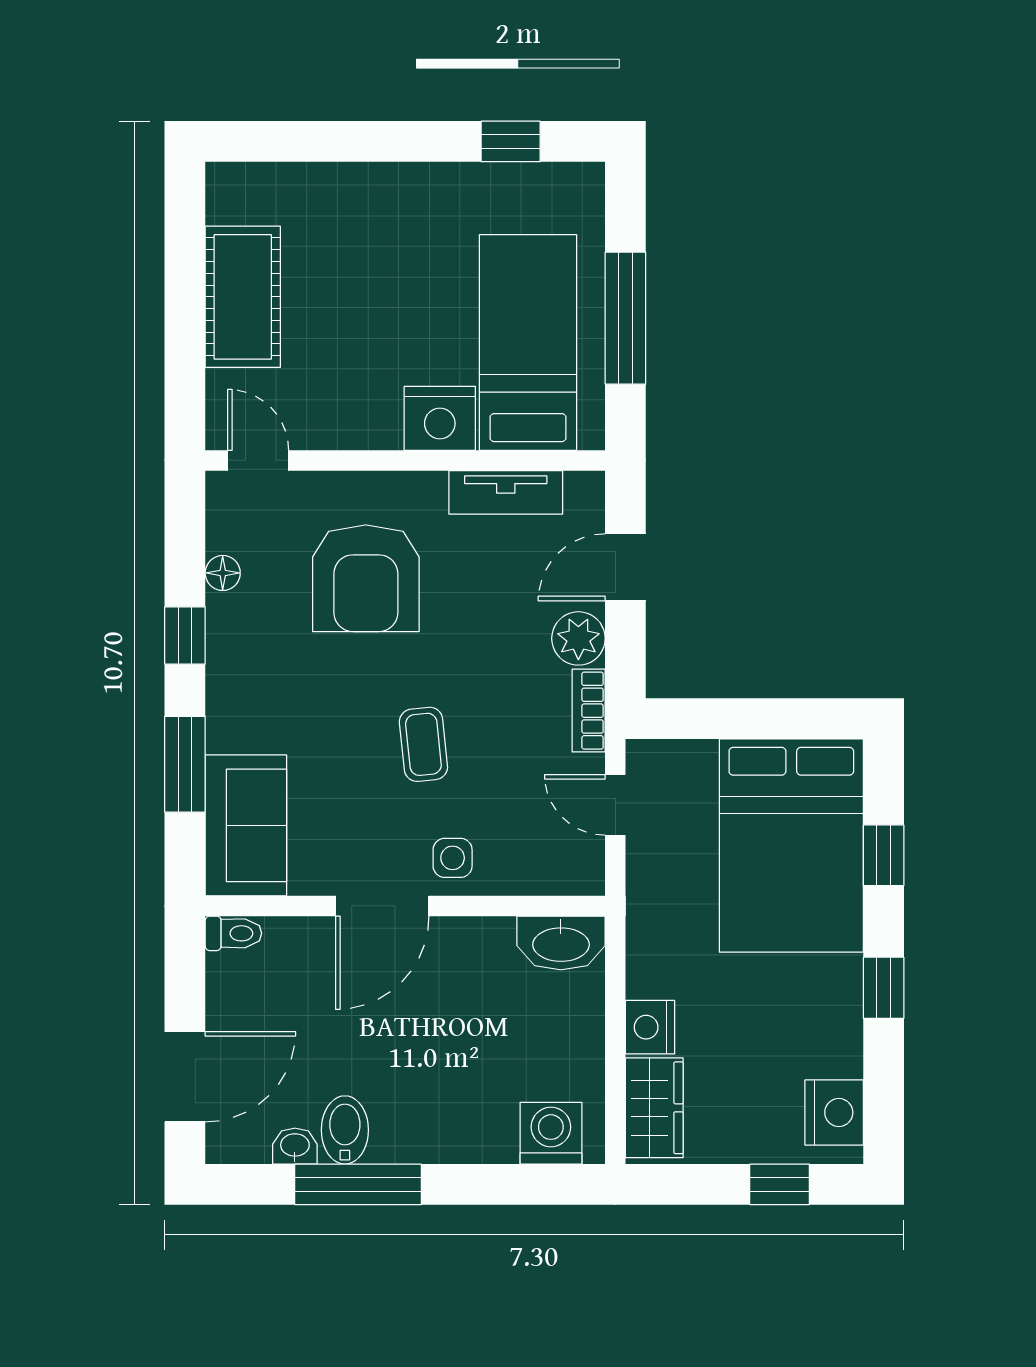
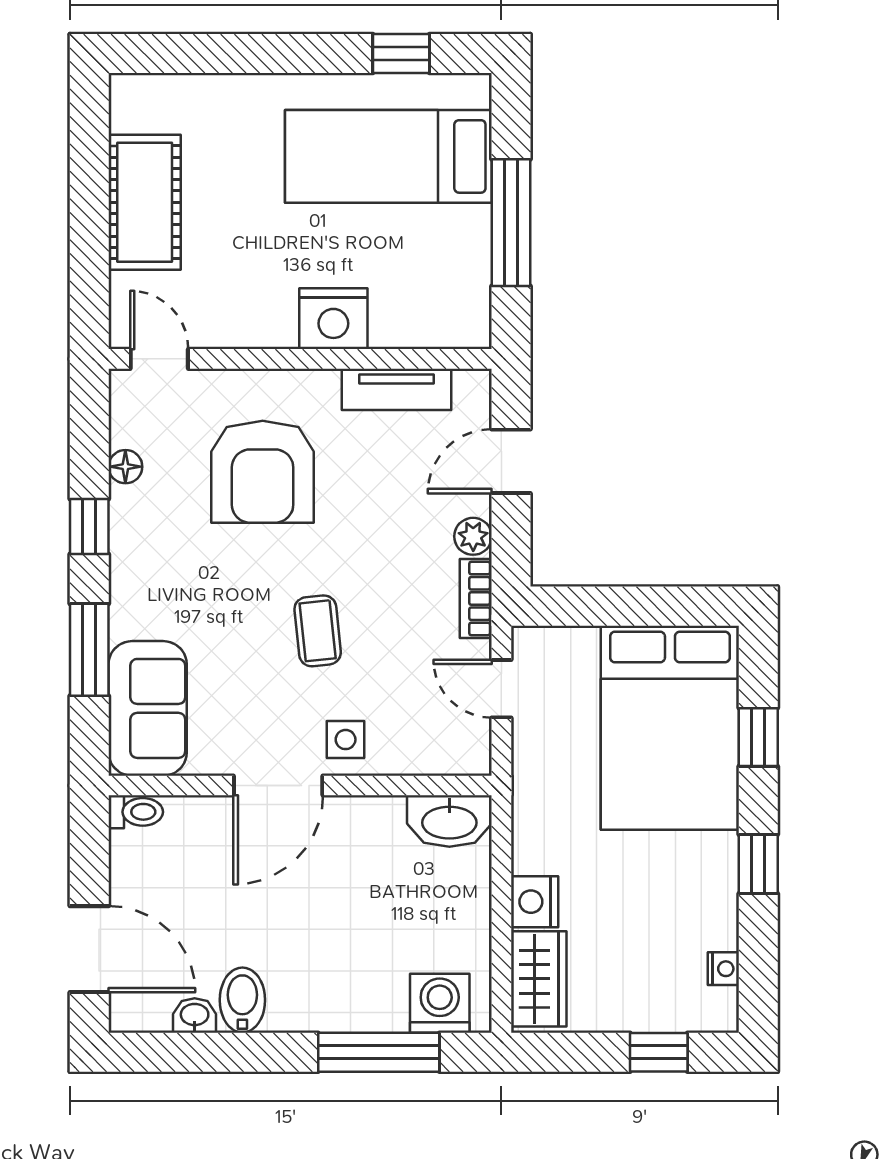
bed: (528, 342) -> (388, 156), moved, turned -90
plant: (578, 638) -> (473, 536), width x0.73, depth x0.73
door: (185, 1077) -> (89, 949), hinge flipped
nightstand: (834, 1112) -> (723, 969), width x0.53, depth x0.56
window: (358, 1184) -> (379, 1052), moved

